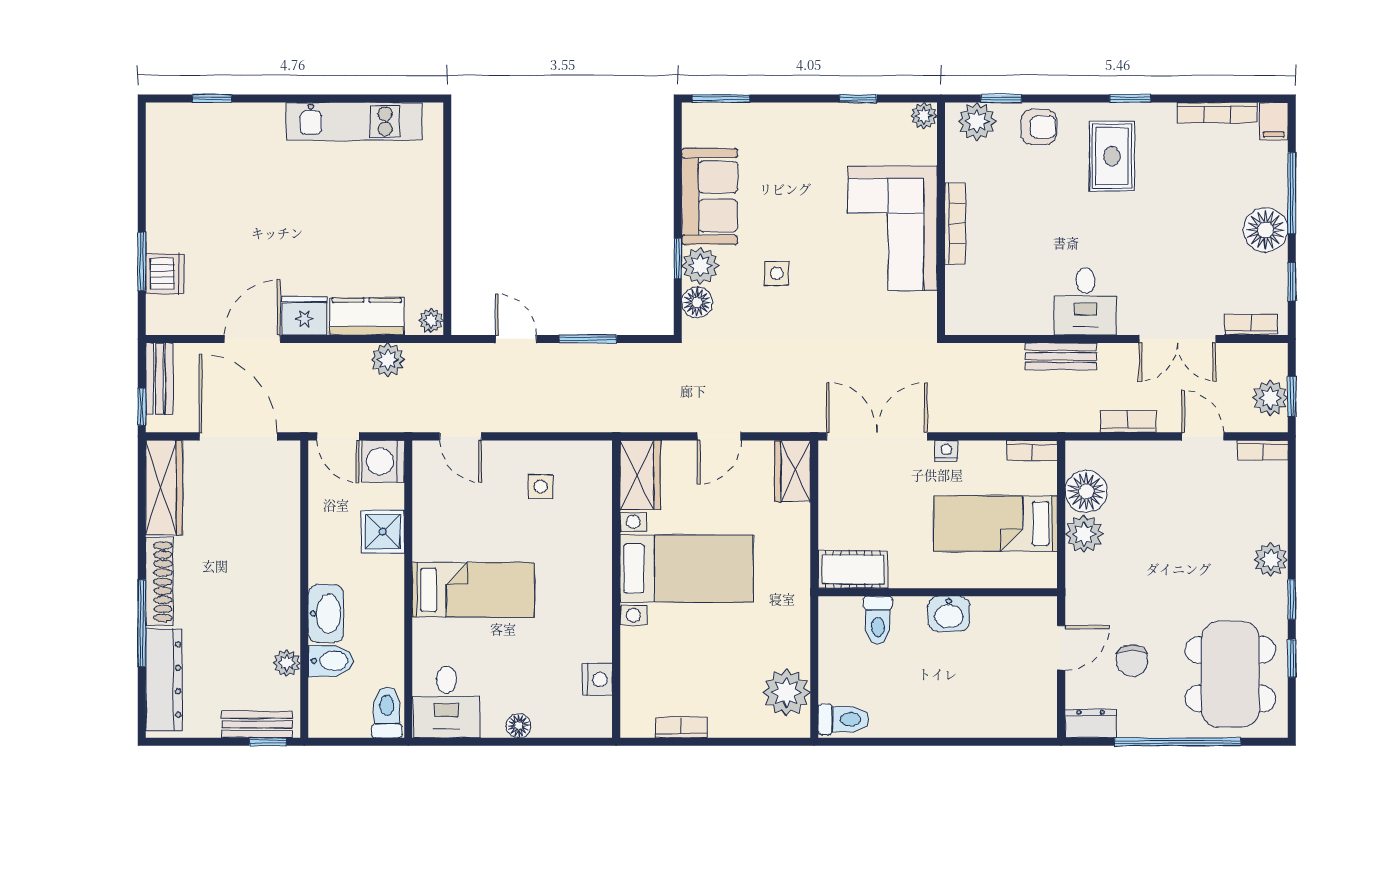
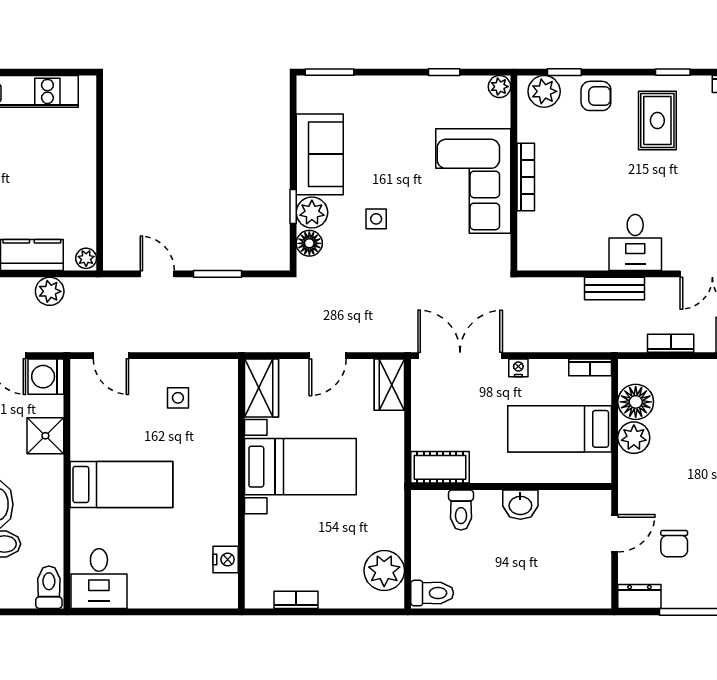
floor lamp: (519, 726) -> (159, 599), removed

